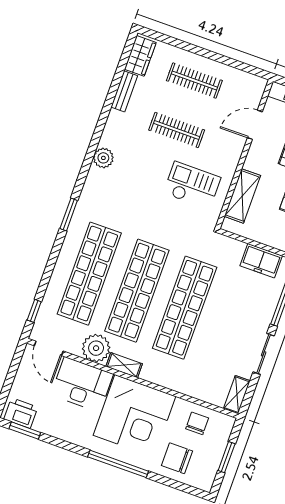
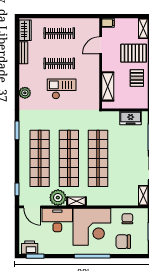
checkout: (192, 185) -> (62, 89), moved

